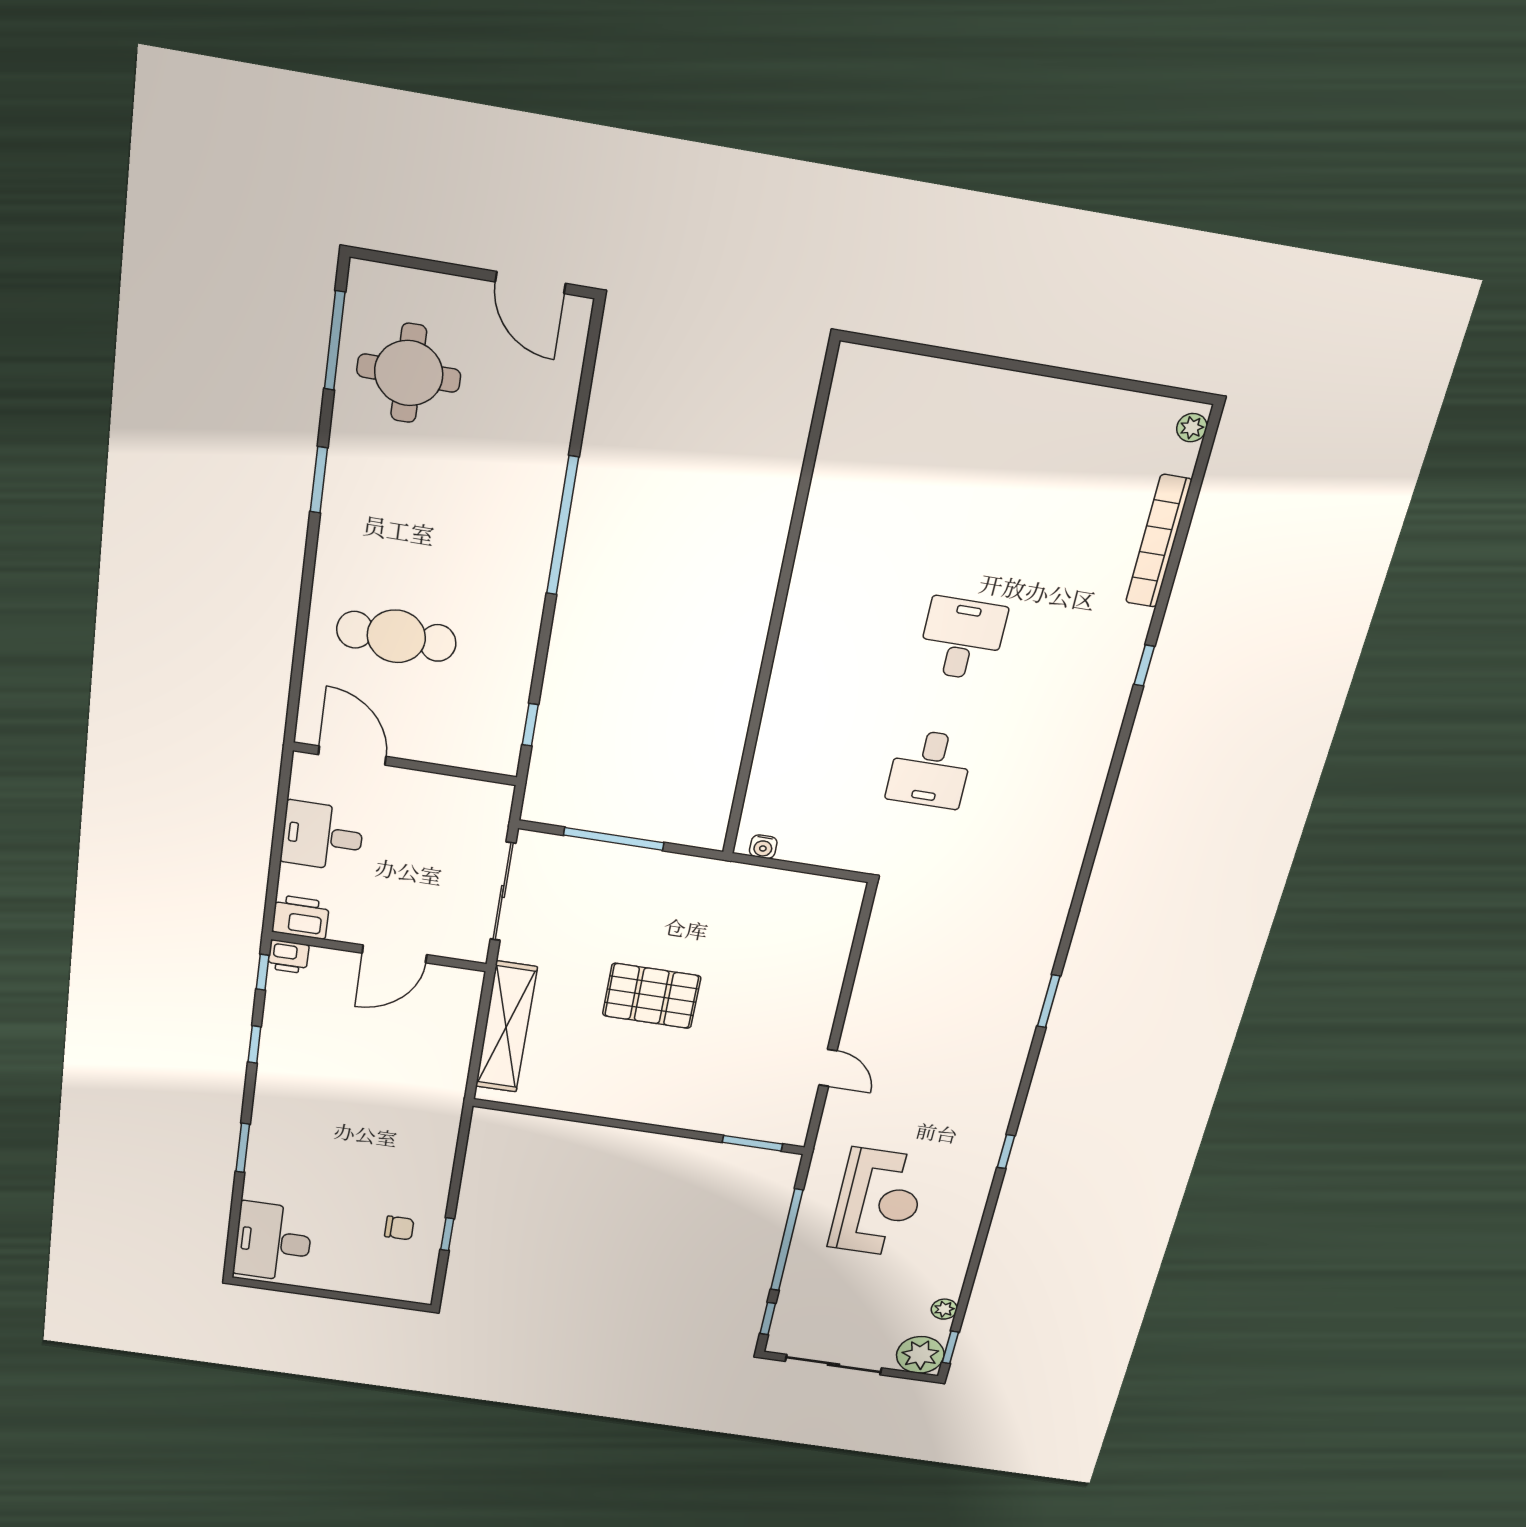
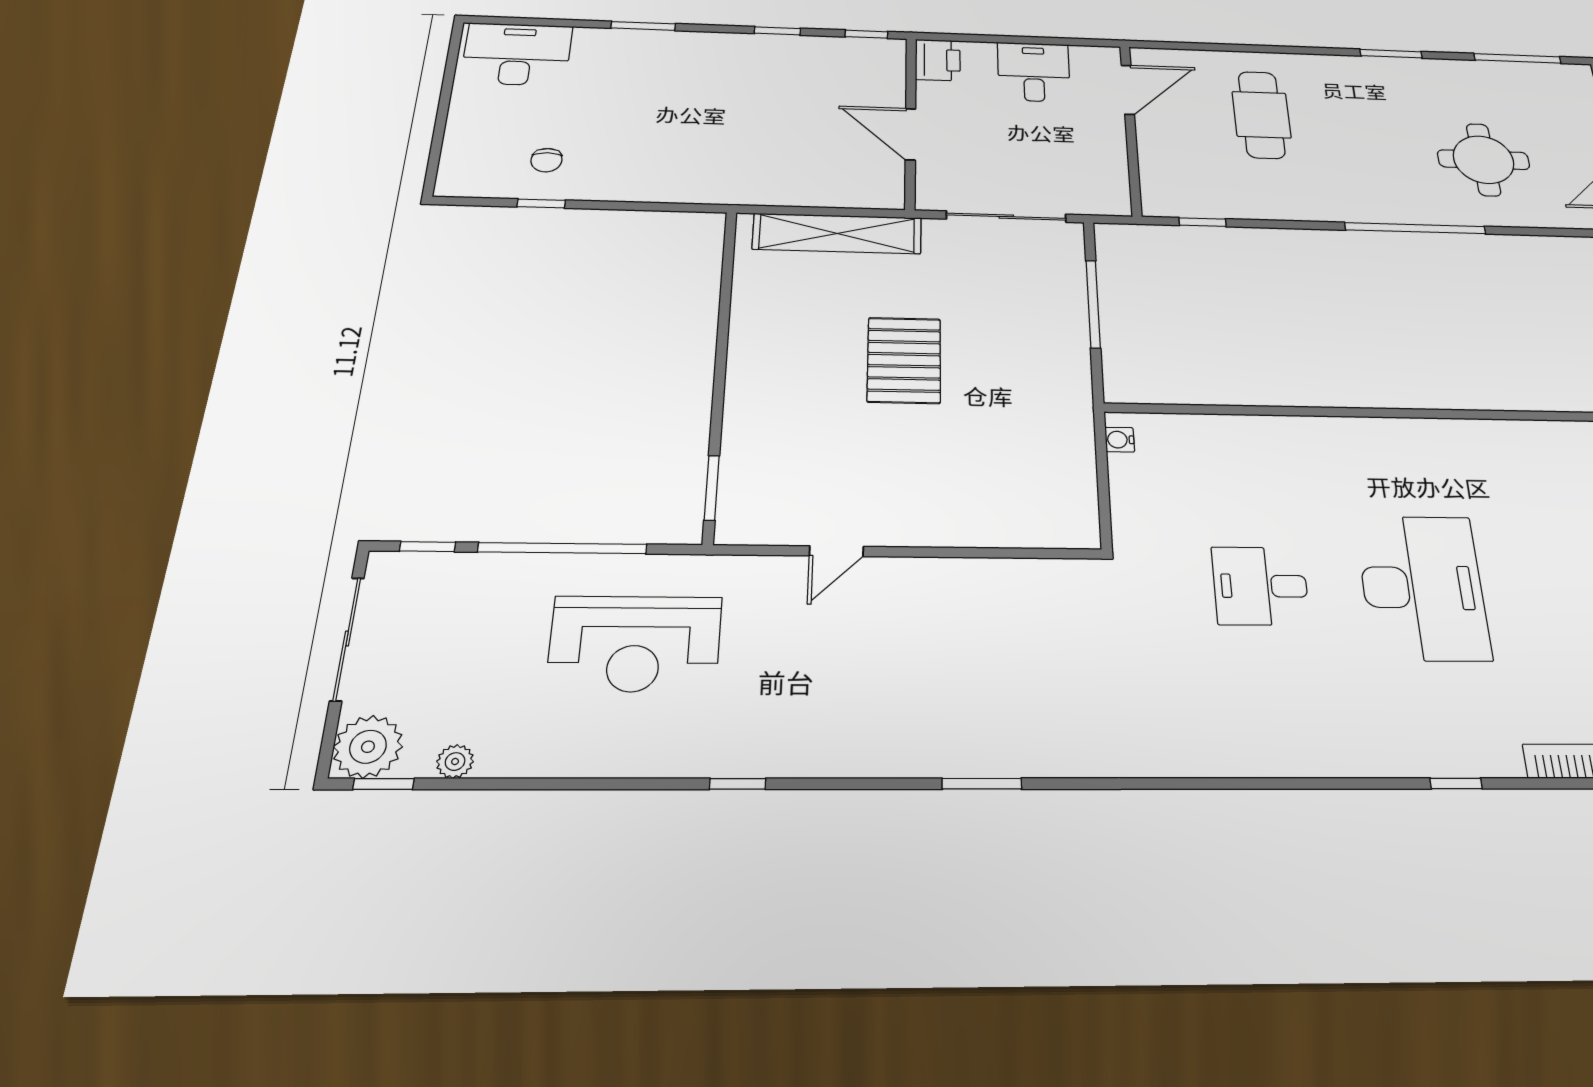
round table: (409, 373) -> (1483, 160), moved
desk: (962, 639) -> (1422, 587), width x1.87, depth x1.30
printer: (288, 957) -> (889, 53), removed

